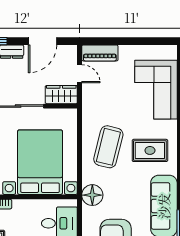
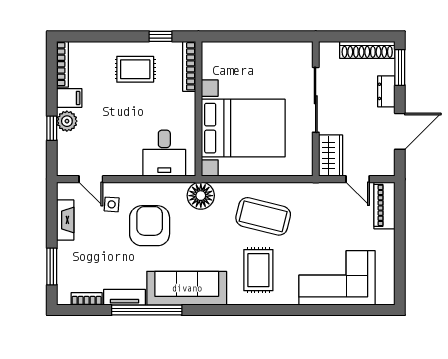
door: (43, 41) -> (400, 131), swing flipped
door: (79, 74) -> (358, 179), hinge flipped

